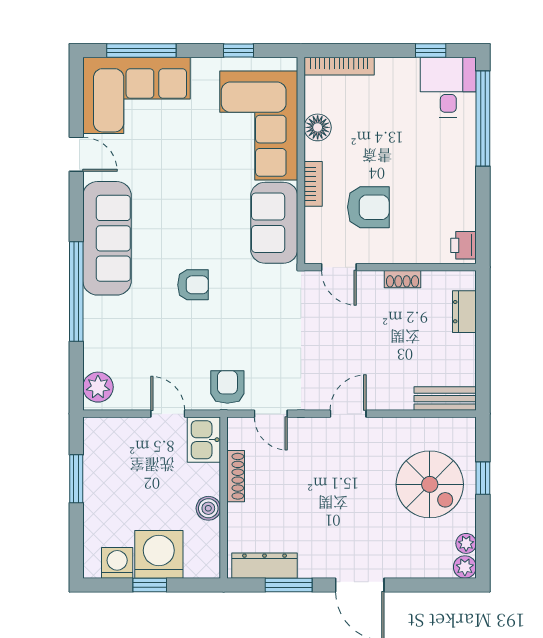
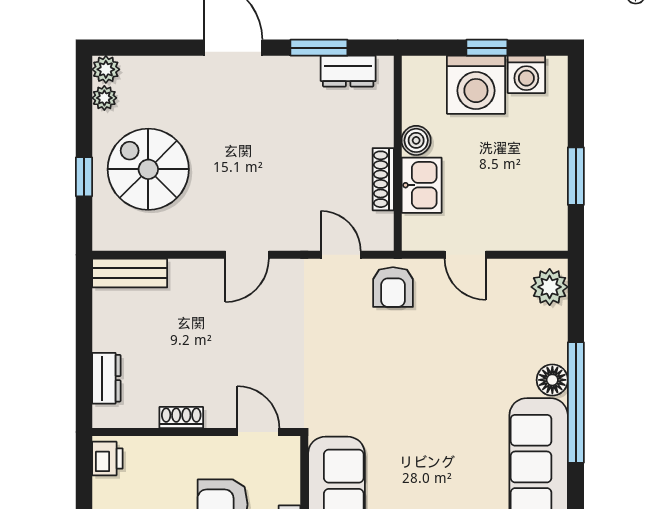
armchair: (193, 285) -> (435, 411), removed
floor lamp: (96, 310) -> (552, 380), added
kitchen sink: (204, 440) -> (422, 185), moved
dresser: (265, 566) -> (348, 71), width x0.70

